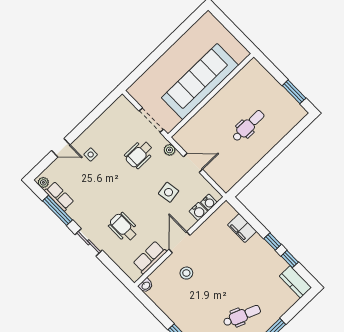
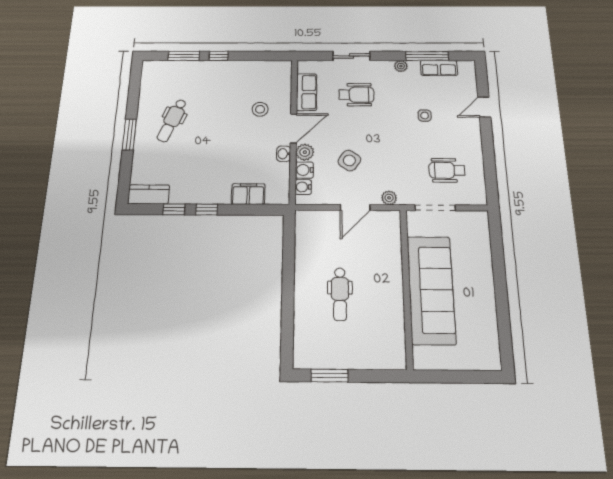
wheelchair: (139, 154) -> (447, 170), moved, turned -90
side table: (91, 155) -> (425, 116), moved
plant: (43, 182) -> (401, 66), moved
side table: (169, 192) -> (349, 161), turned 45
plant: (188, 222) -> (305, 152), added
sliding door: (89, 242) -> (351, 56), moved
door: (180, 242) -> (294, 128), hinge flipped
washbasin: (146, 286) -> (284, 154), moved

